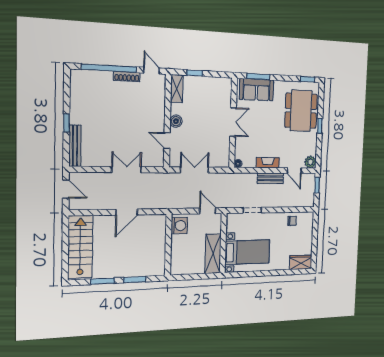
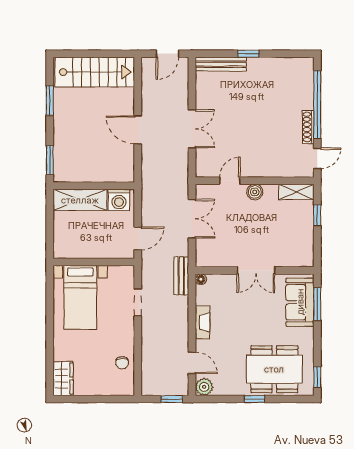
door: (294, 171) -> (192, 363), swing flipped
bench: (270, 178) -> (181, 276), moved
shelving: (213, 254) -> (80, 200), moved
window: (135, 280) -> (50, 160), moved

